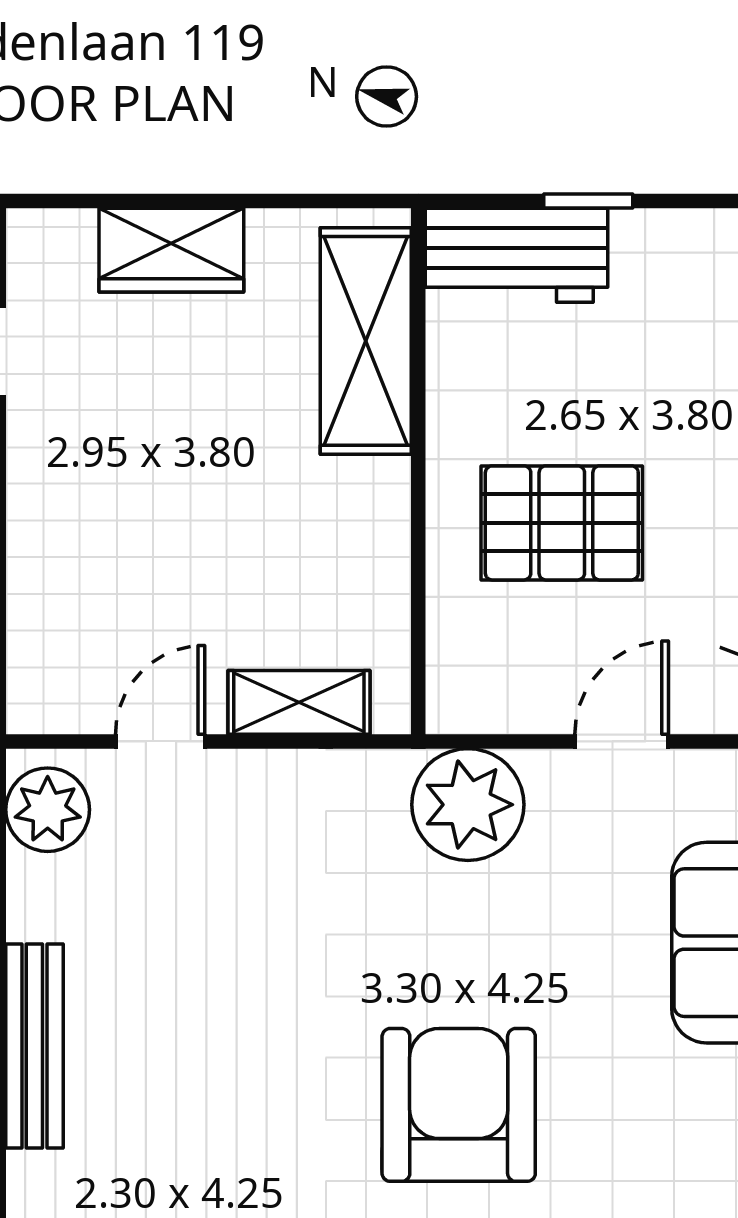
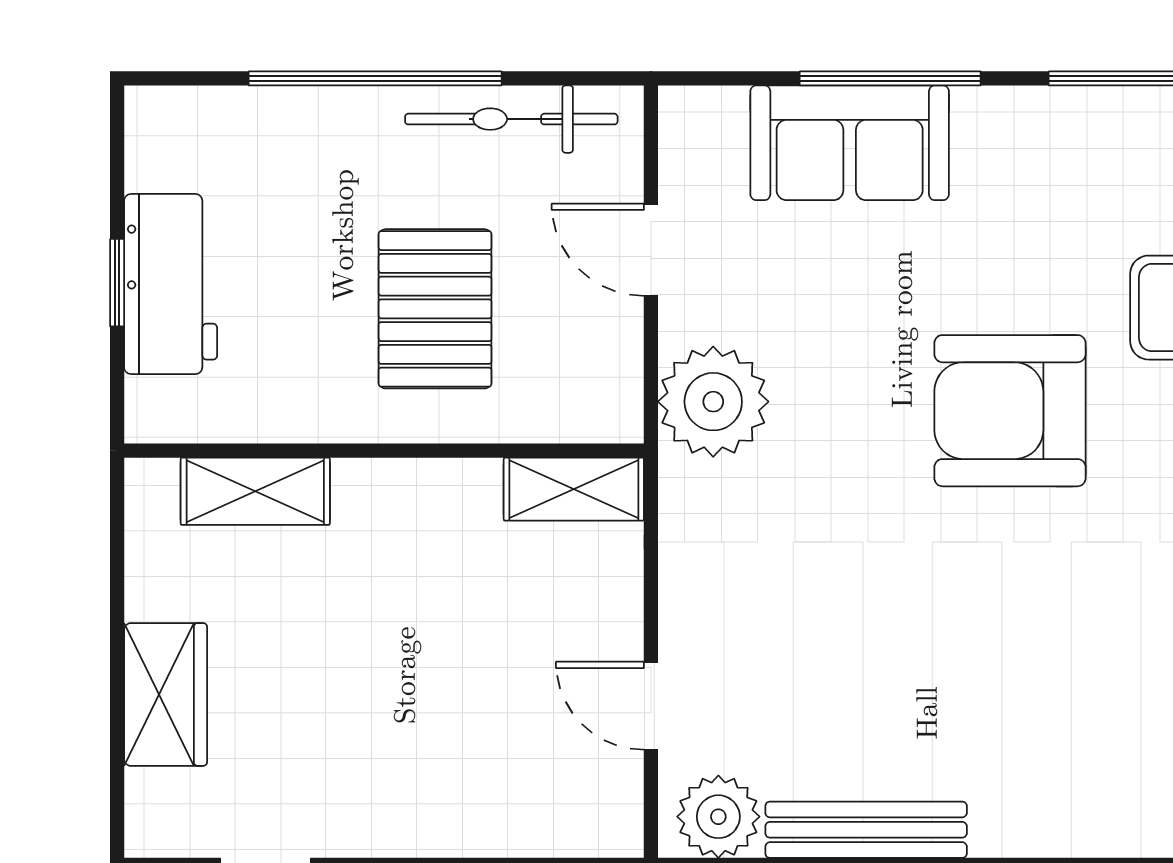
workbench: (516, 255) -> (171, 284), moved
shelving: (366, 341) -> (255, 491), width x0.67, depth x0.75
shelving: (299, 702) -> (574, 489), moved, turned 90
bench: (34, 1046) -> (866, 830), moved

